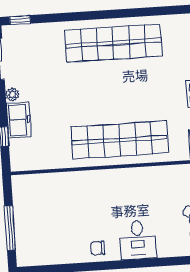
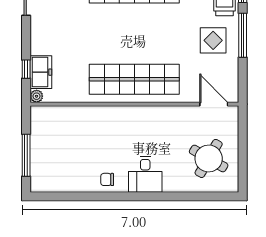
plant: (12, 94) -> (37, 96), moved
freezer: (19, 120) -> (41, 72), moved

